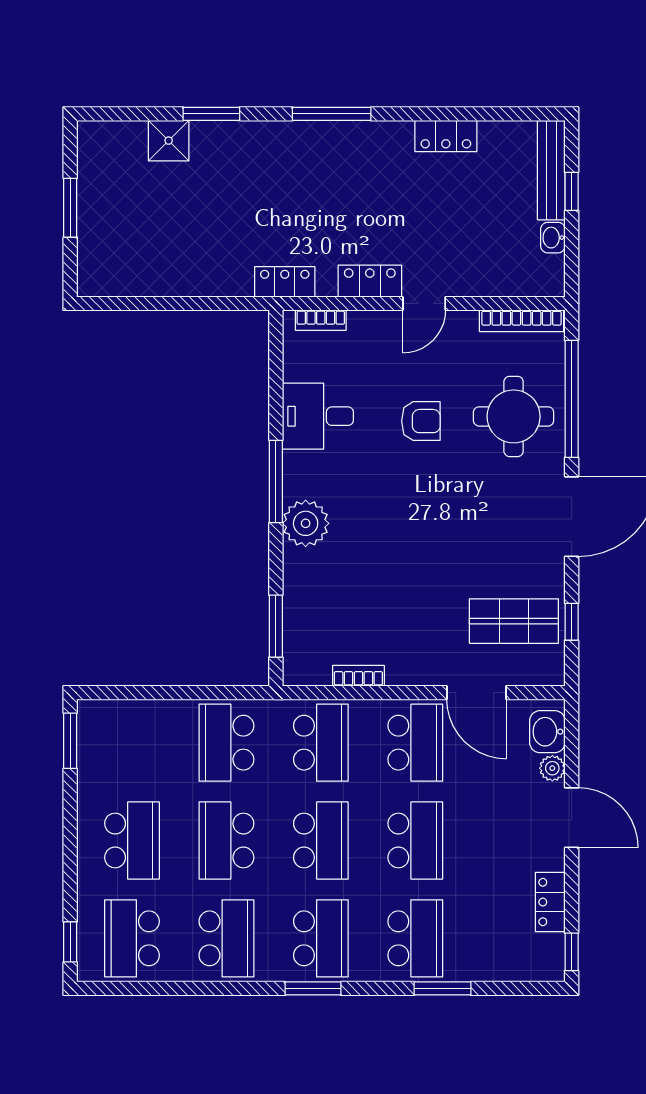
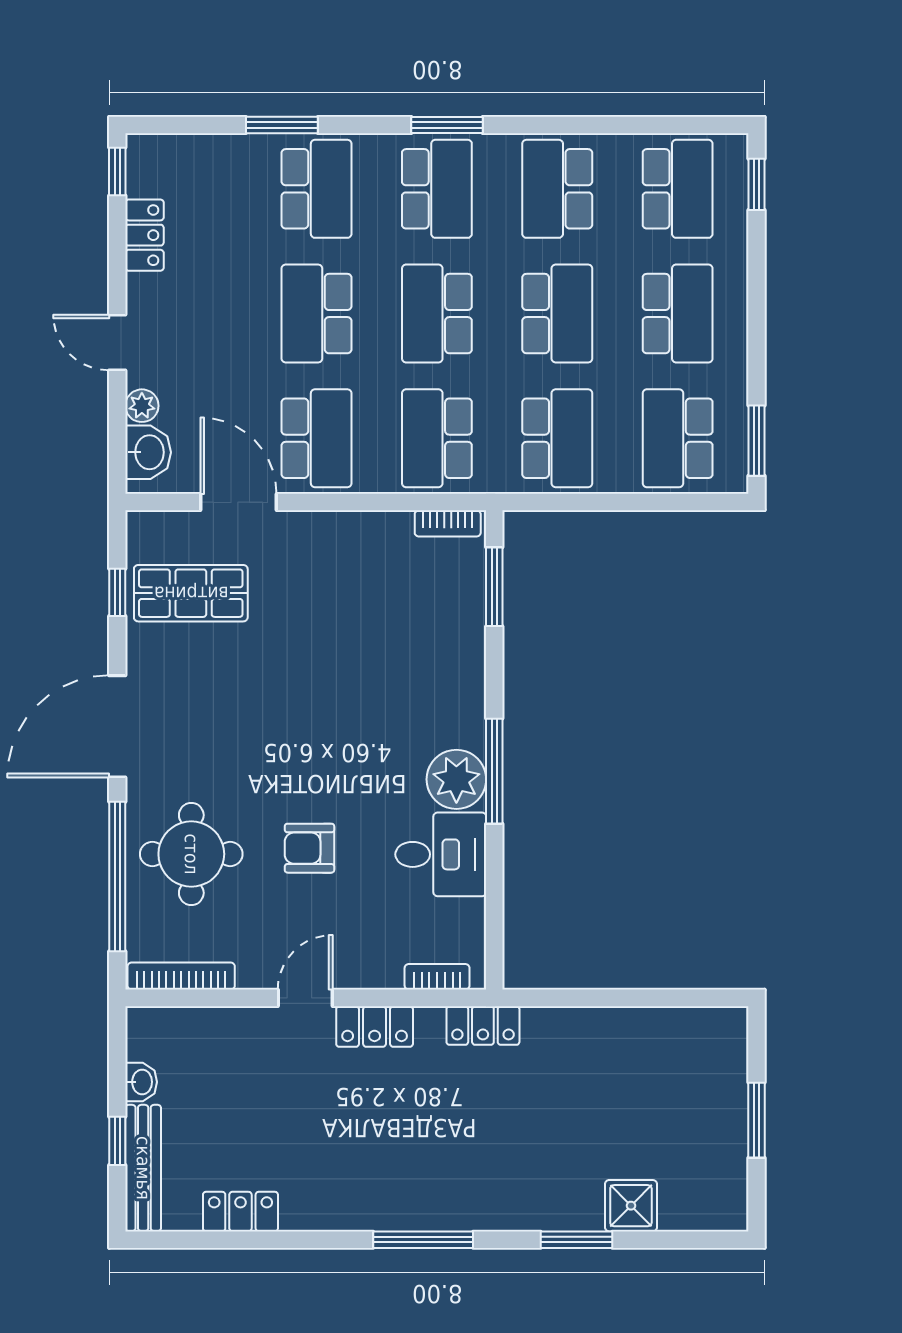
locker: (446, 136) -> (240, 1212), moved
plant: (306, 523) -> (456, 779), moved
bookcase: (358, 676) -> (448, 523), moved
school desk: (132, 743) -> (678, 438), added
school desk: (415, 743) -> (317, 438), turned 180
door: (572, 818) -> (117, 343), width x0.73
school desk: (132, 840) -> (678, 314), turned 180
school desk: (321, 938) -> (437, 189), turned 180
school desk: (415, 938) -> (317, 189), turned 180

